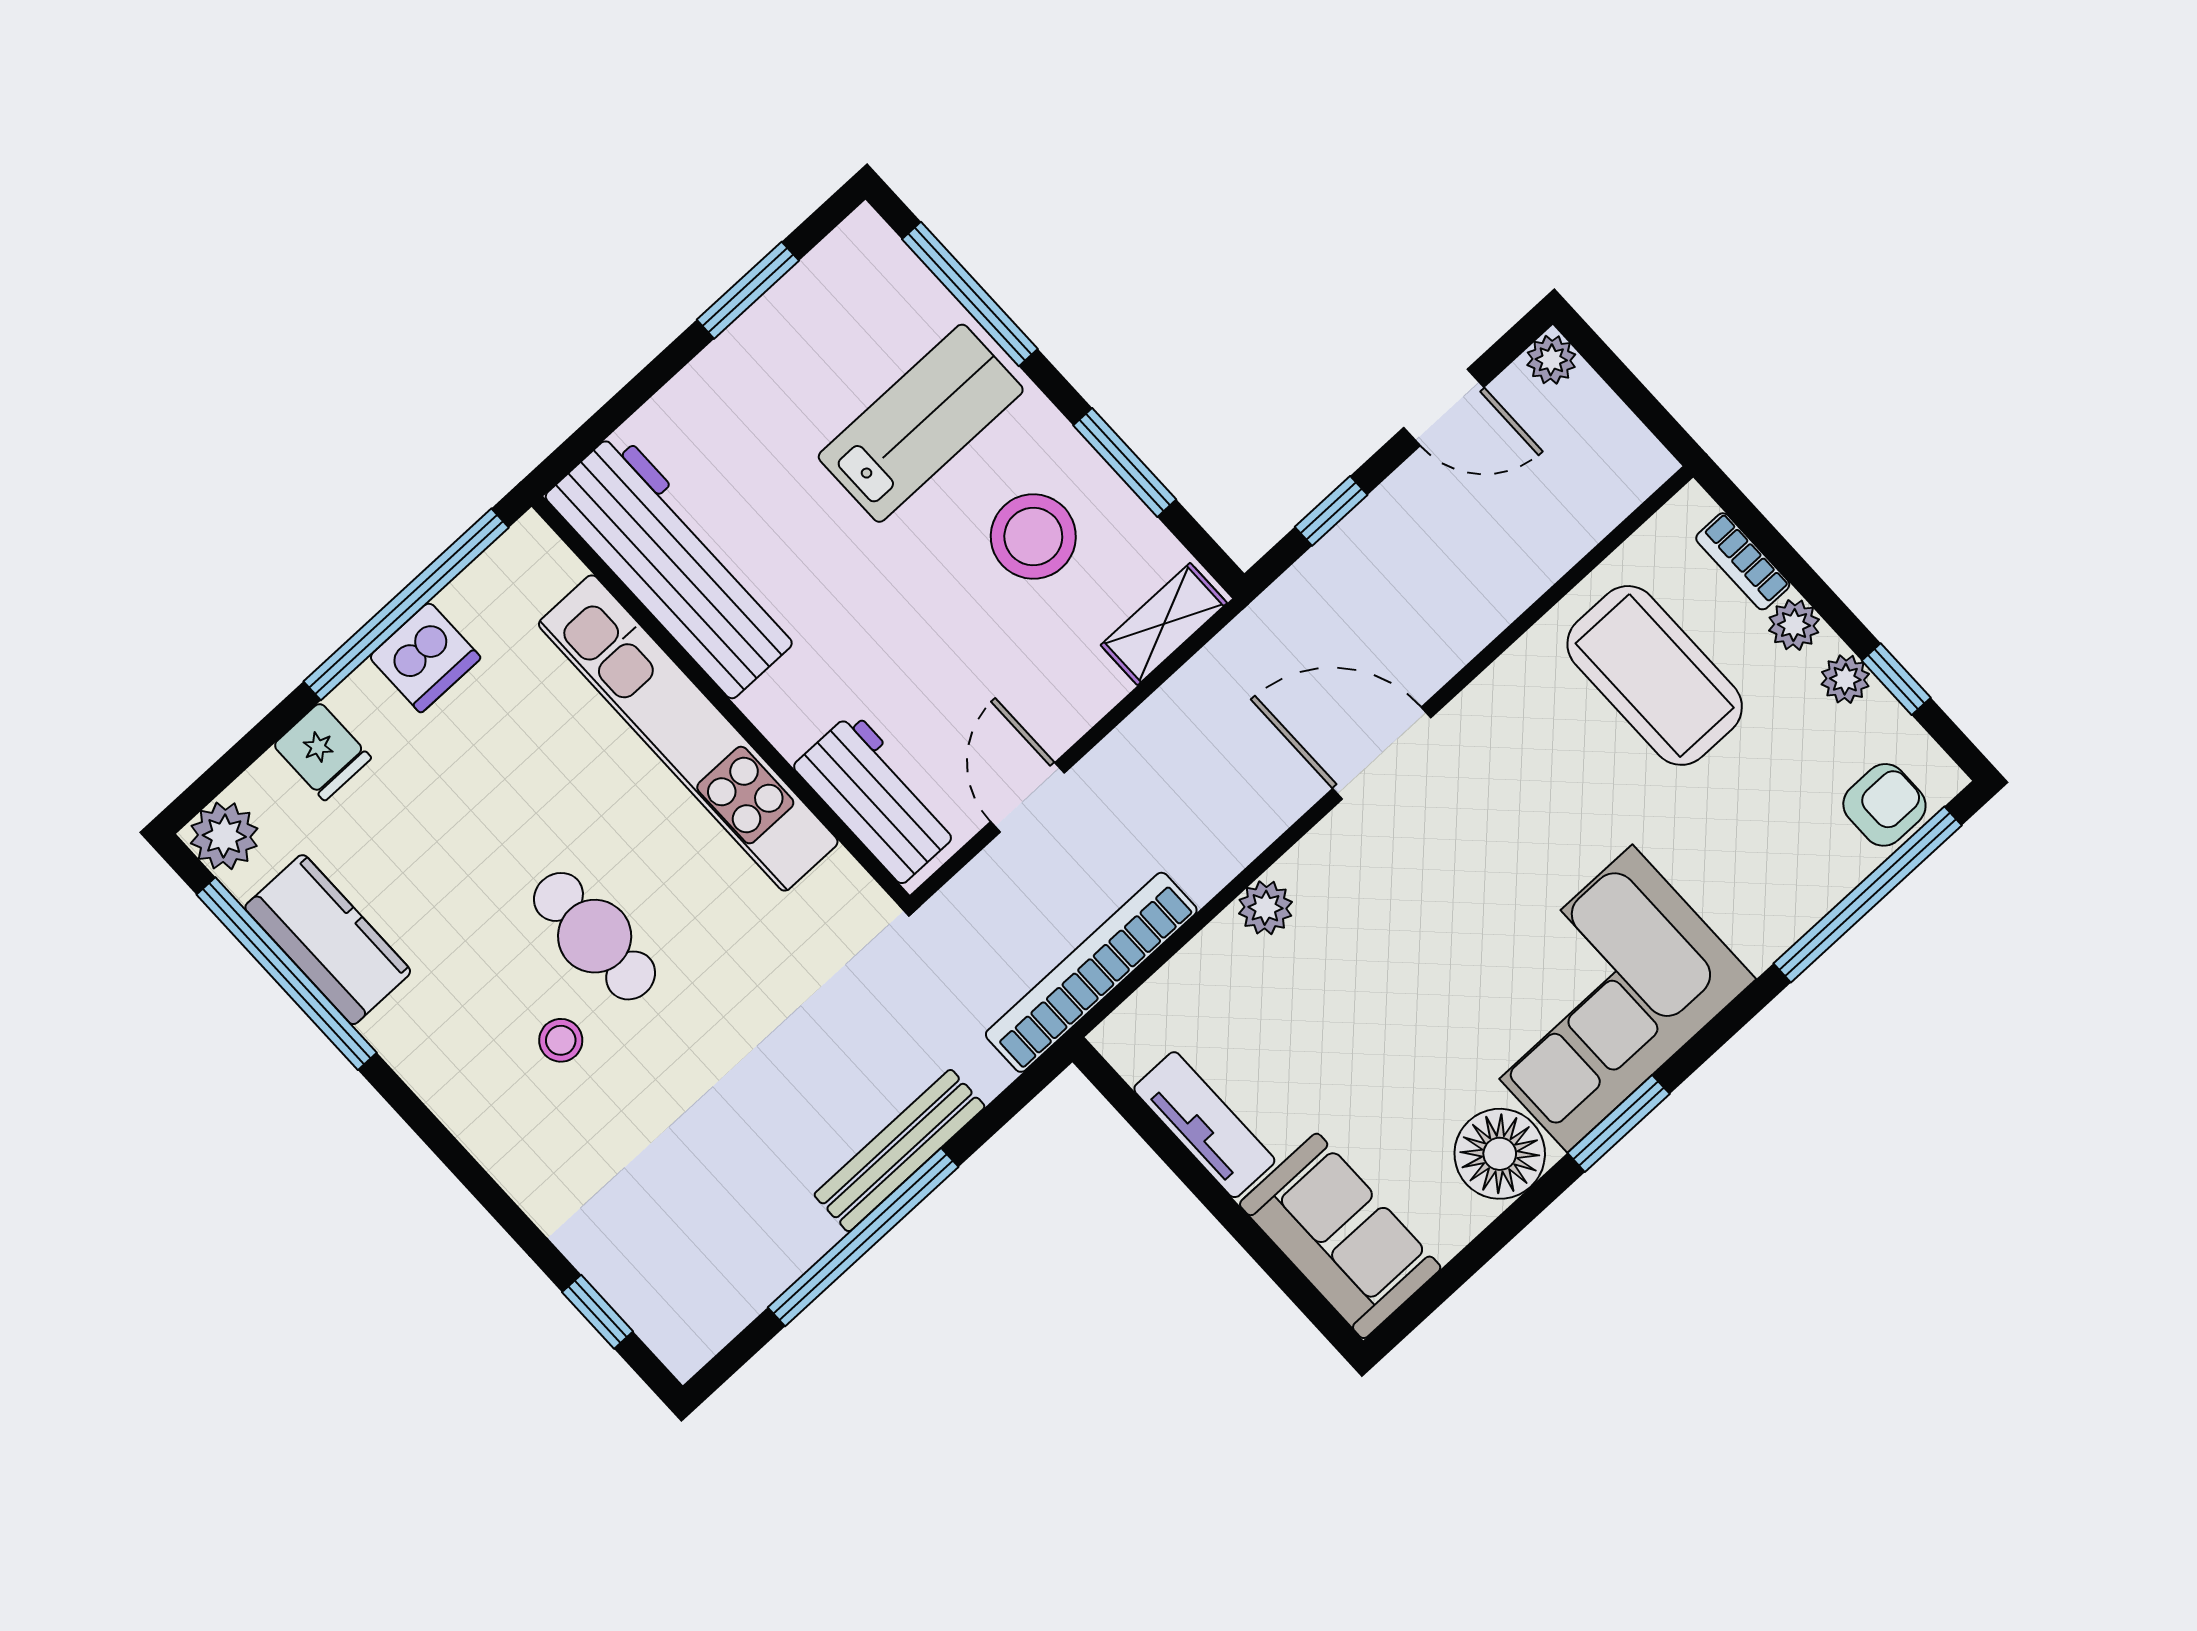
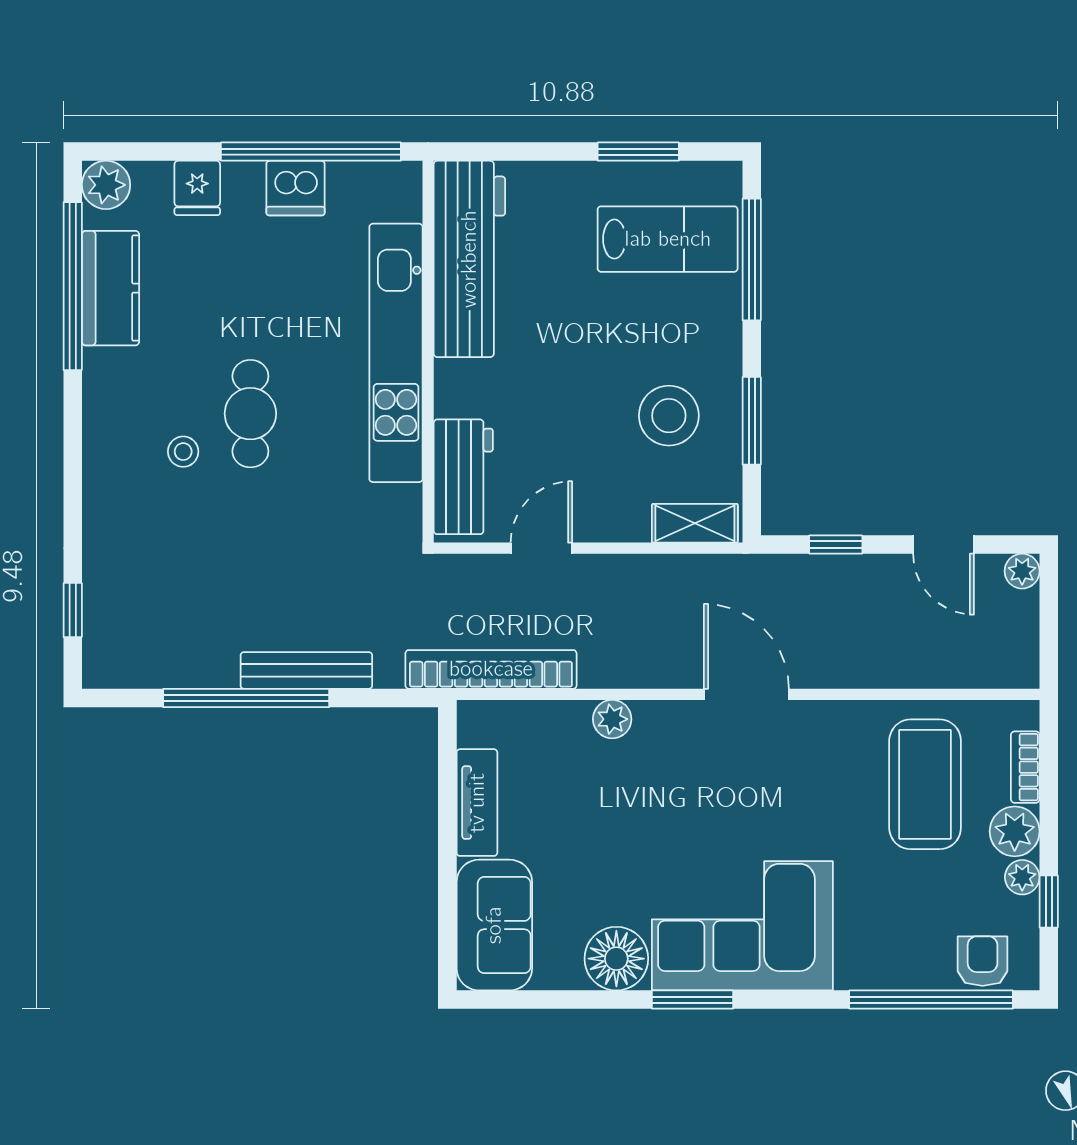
lab bench: (921, 423) -> (668, 239), moved
plant: (1794, 625) -> (1015, 831), width x1.38, depth x1.38
armchair: (1884, 805) -> (983, 961), turned -90

